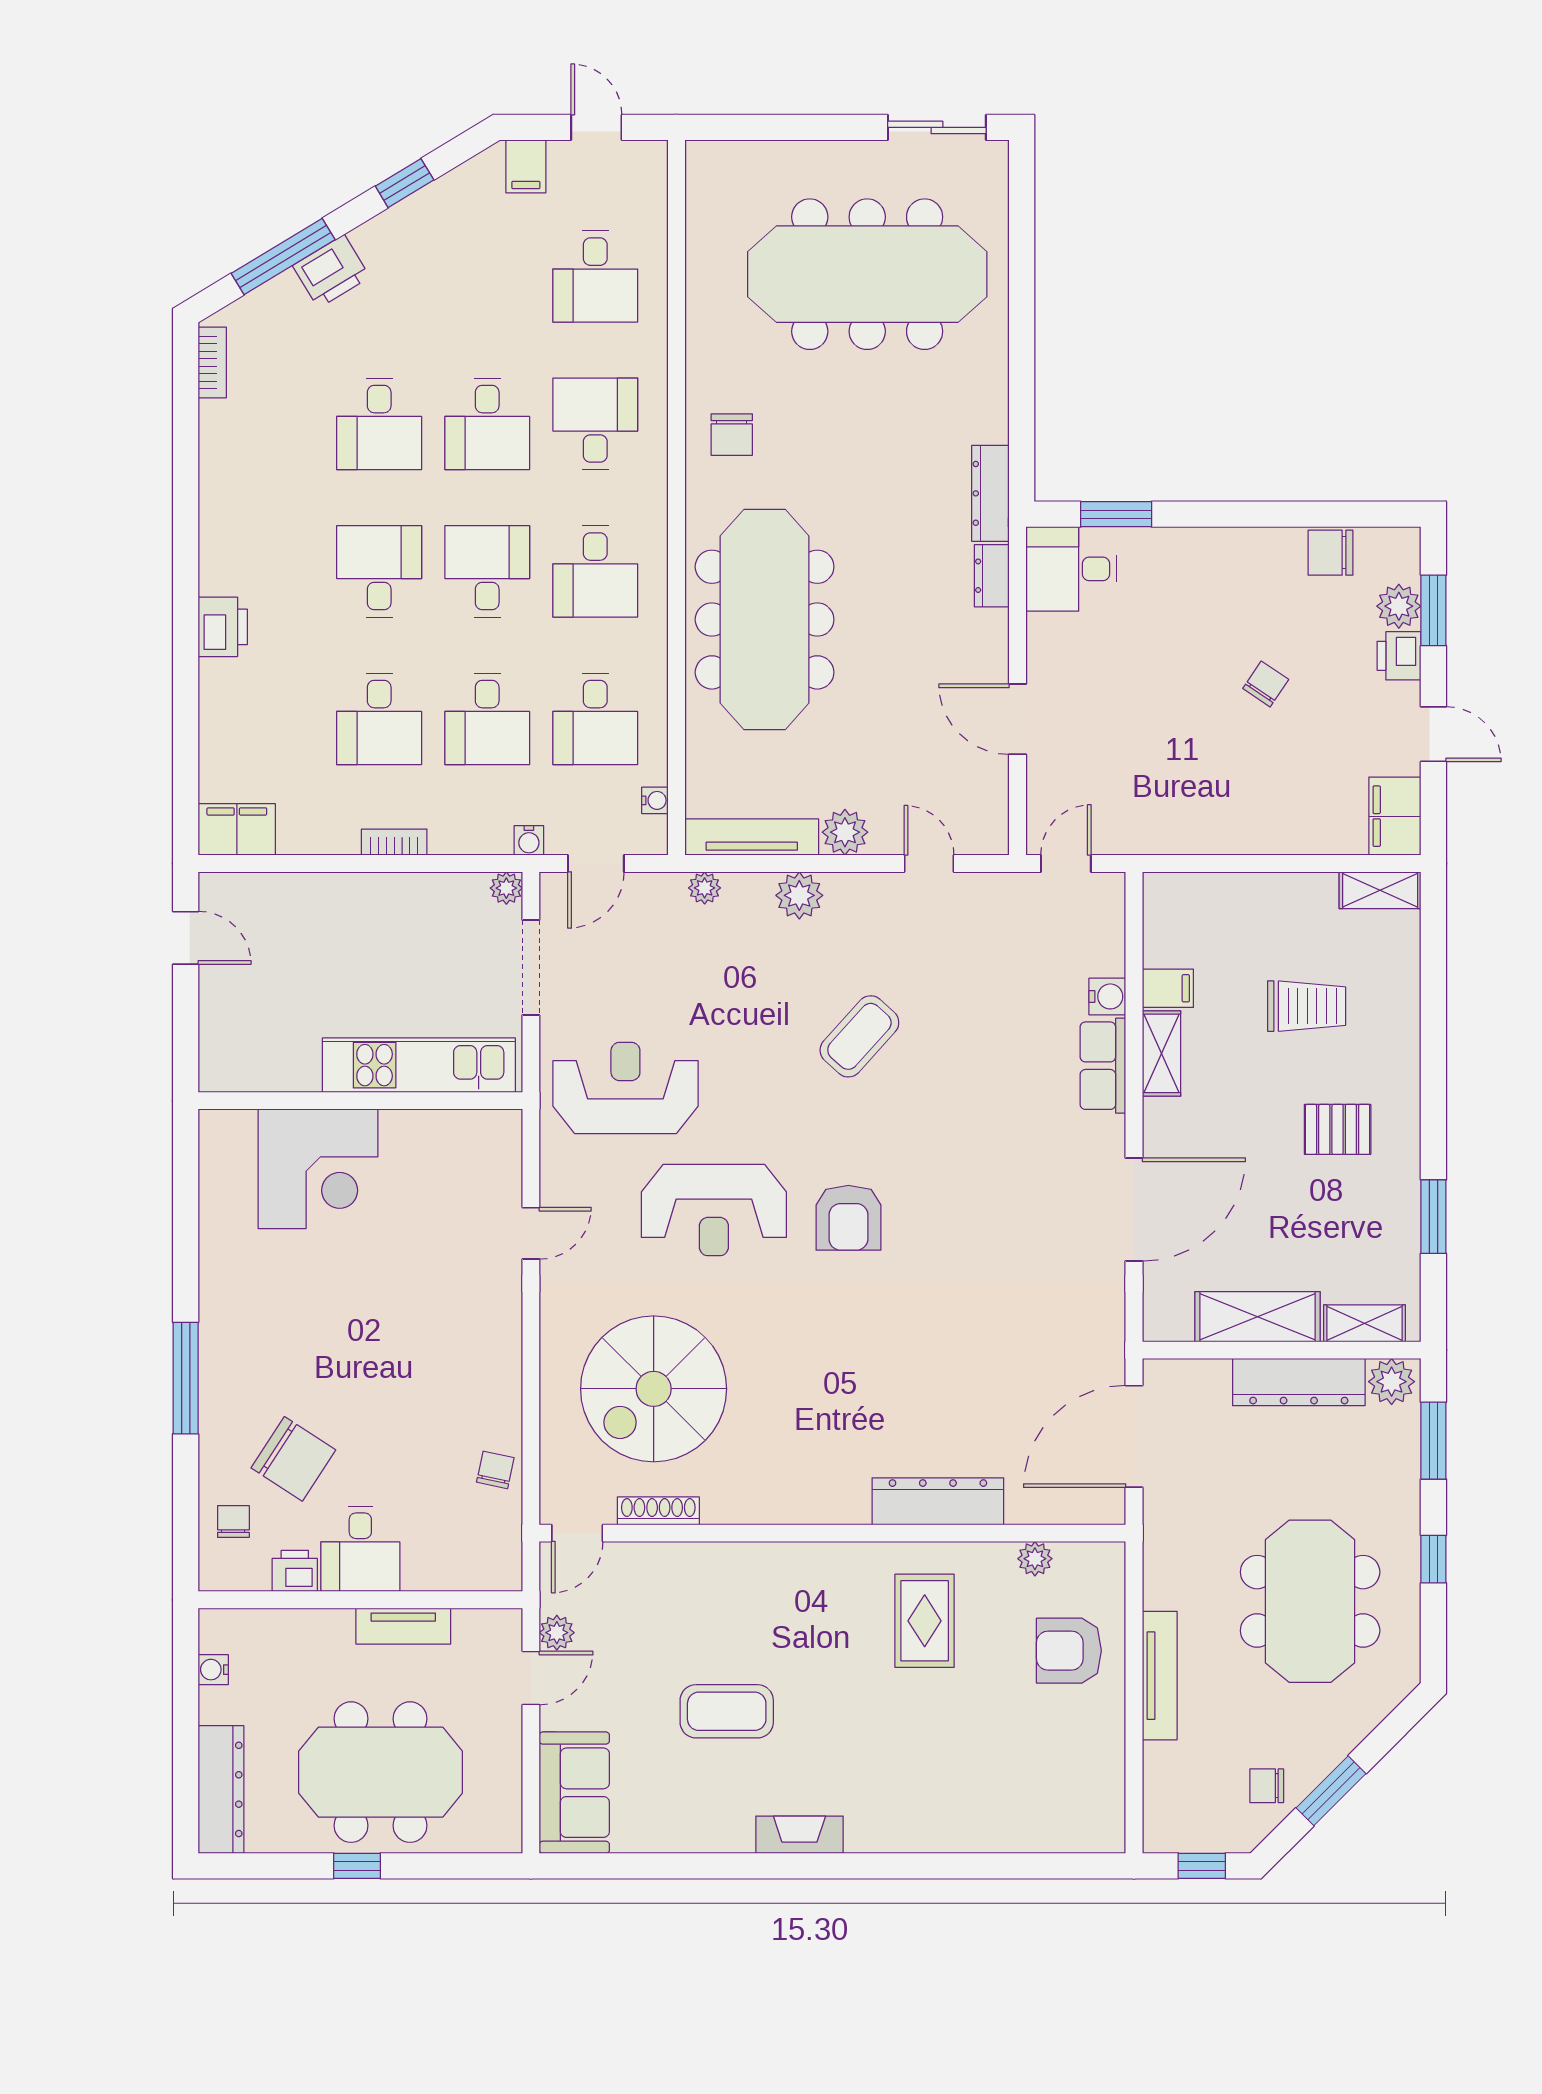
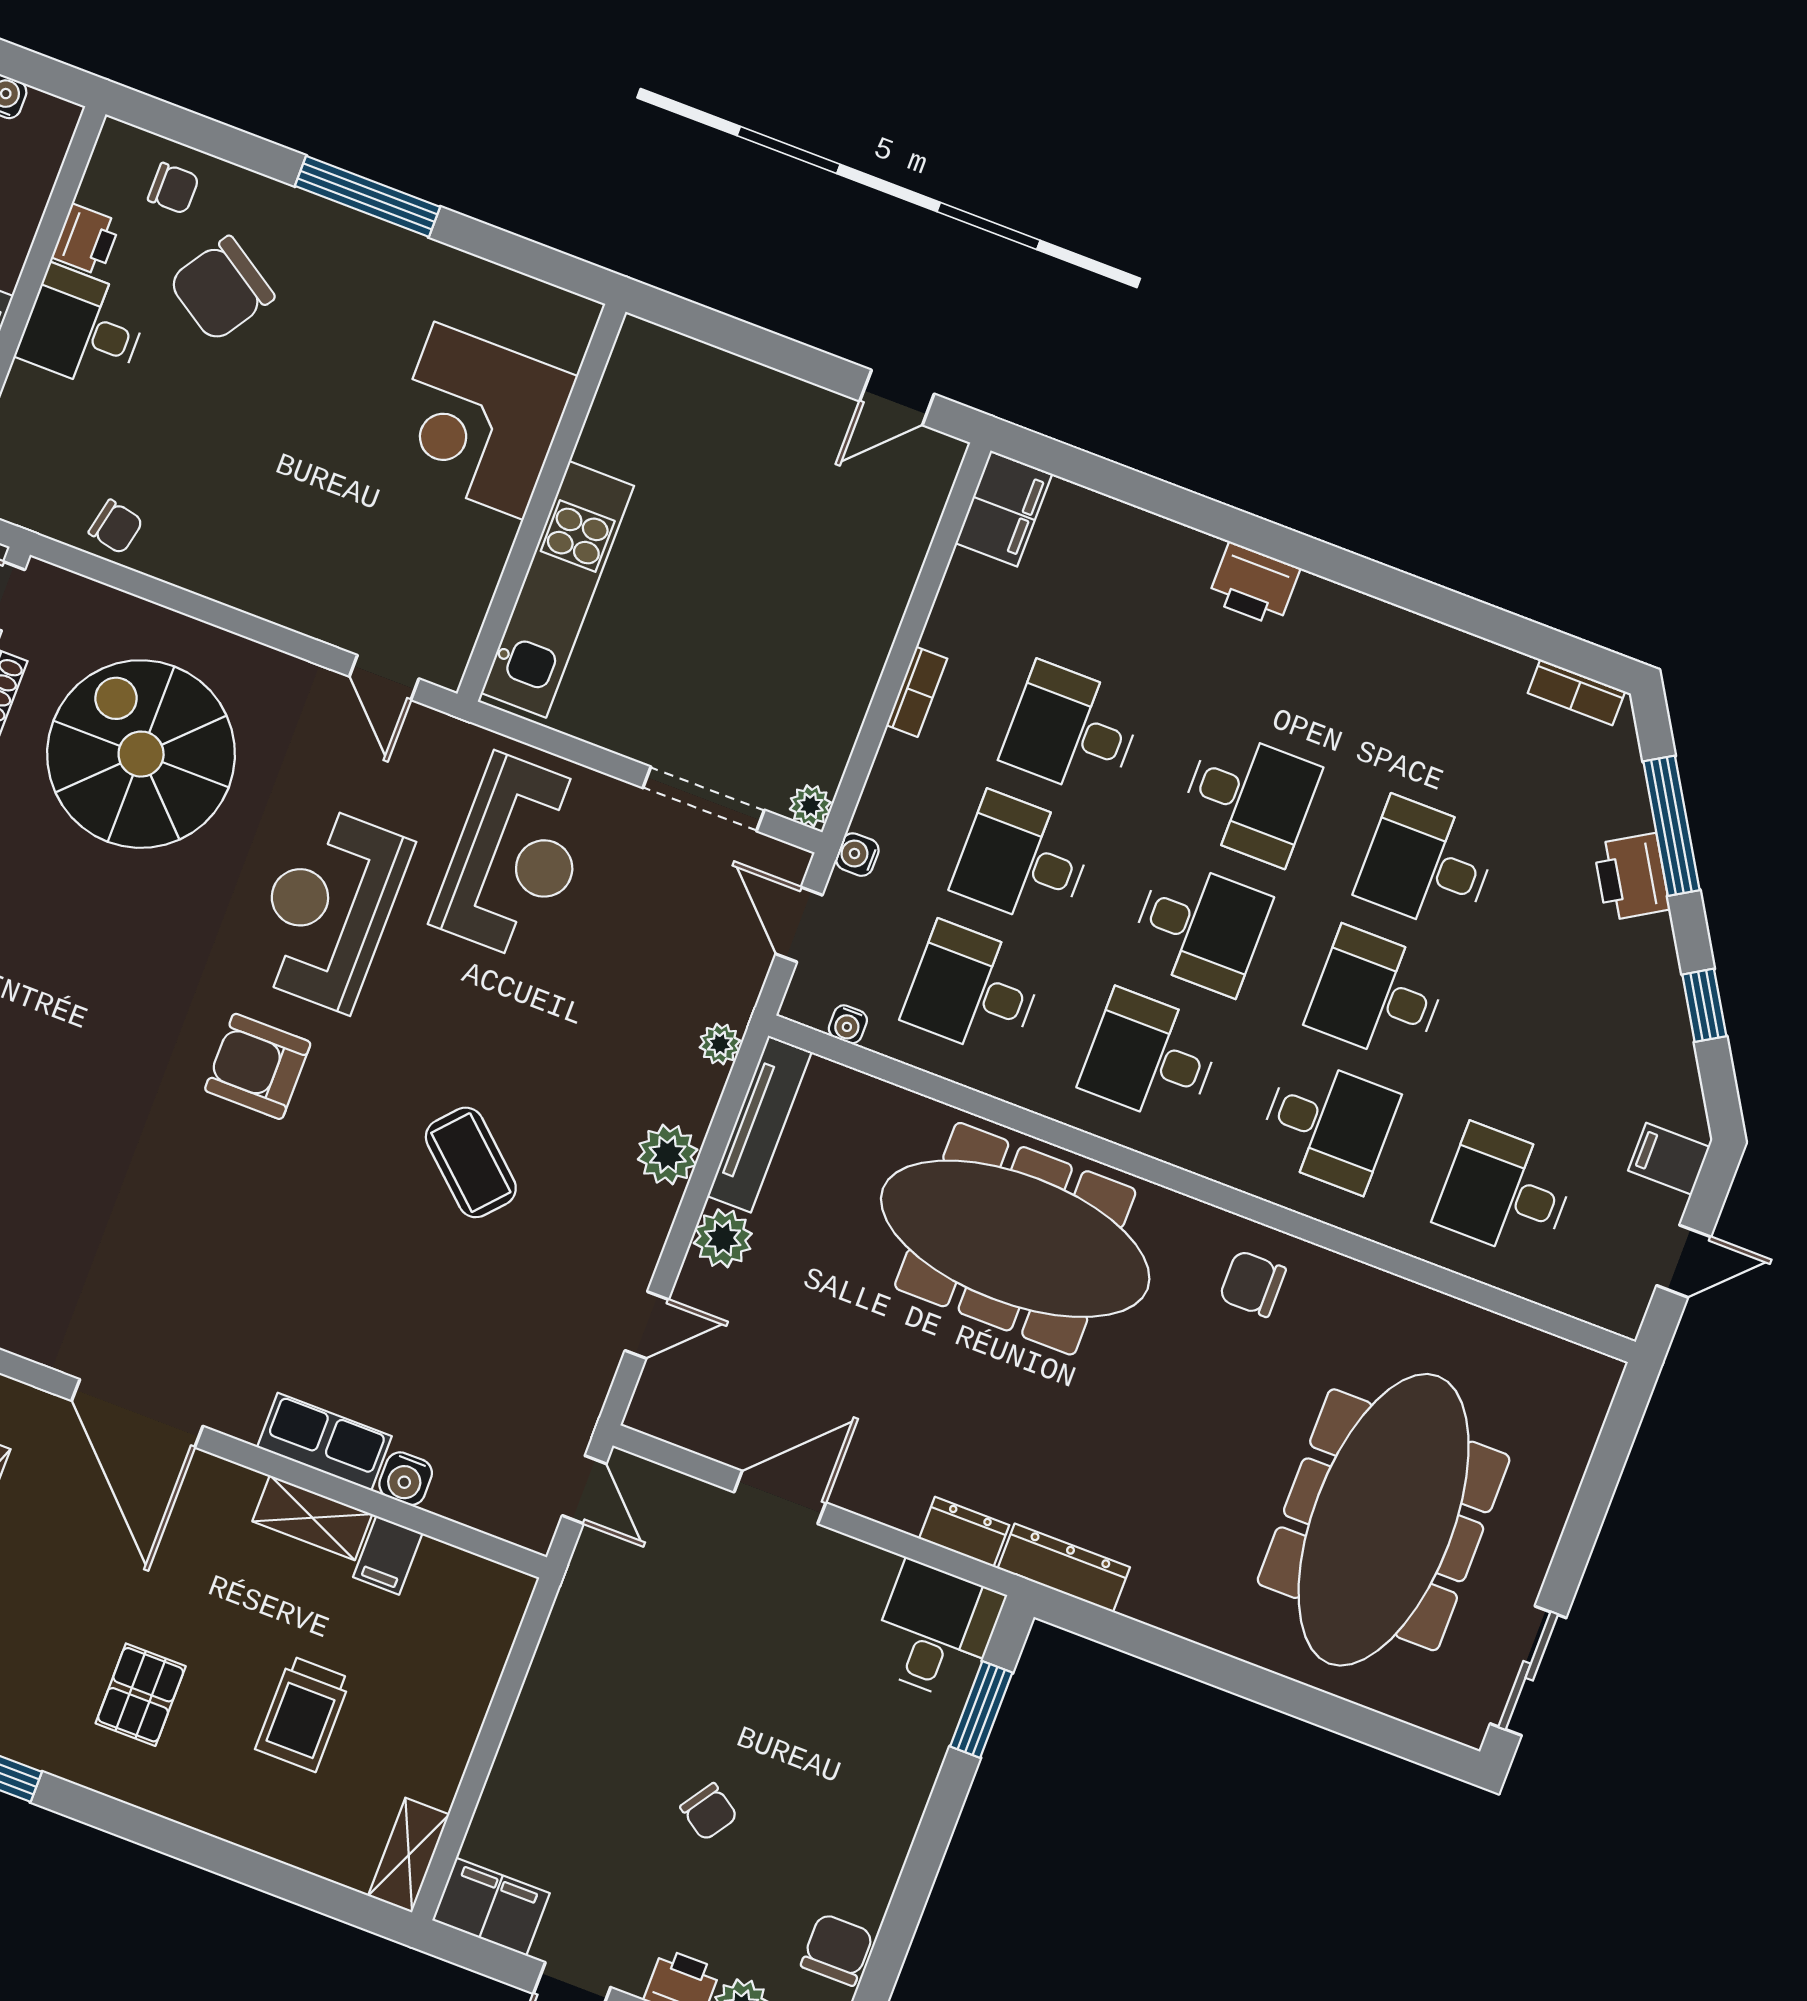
kitchen unit: (419, 1065) -> (557, 589), moved
wall: (360, 1101) -> (541, 503), moved
corner desk: (318, 1169) -> (479, 421), moved

